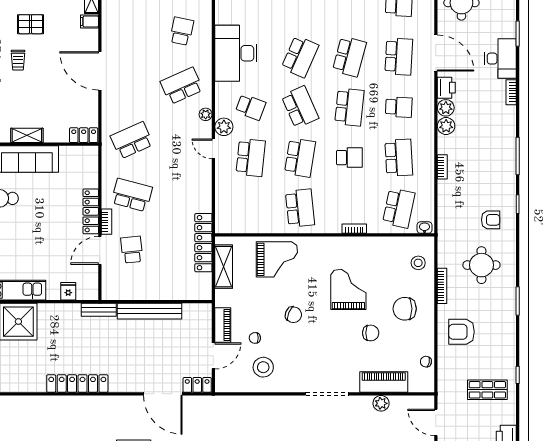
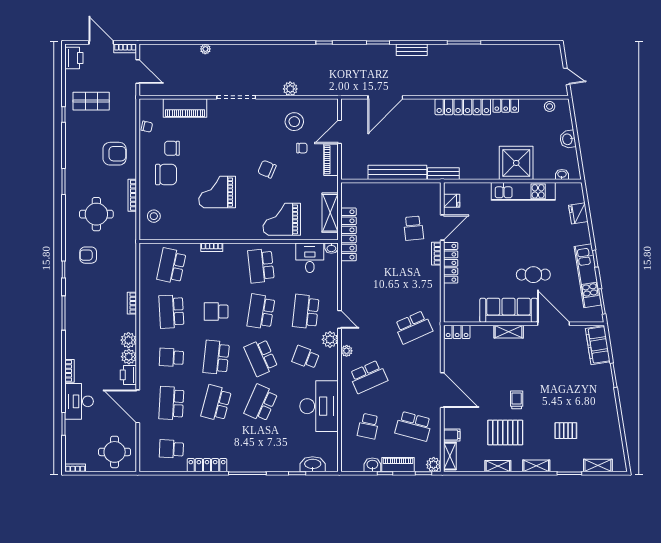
pallet: (31, 24) -> (505, 433), width x1.50, depth x1.42
school desk: (132, 195) -> (413, 426), moved
desk: (246, 217) -> (310, 258), added
washbasin: (424, 228) -> (331, 248), moved
grand piano: (348, 289) -> (217, 192), turned 90
fridge: (68, 291) -> (452, 201), moved, turned -90
chair: (371, 333) -> (172, 148), moved
locker: (197, 385) -> (506, 105), moved
door: (163, 394) -> (385, 97), swing flipped
plant: (381, 403) -> (290, 89), moved

